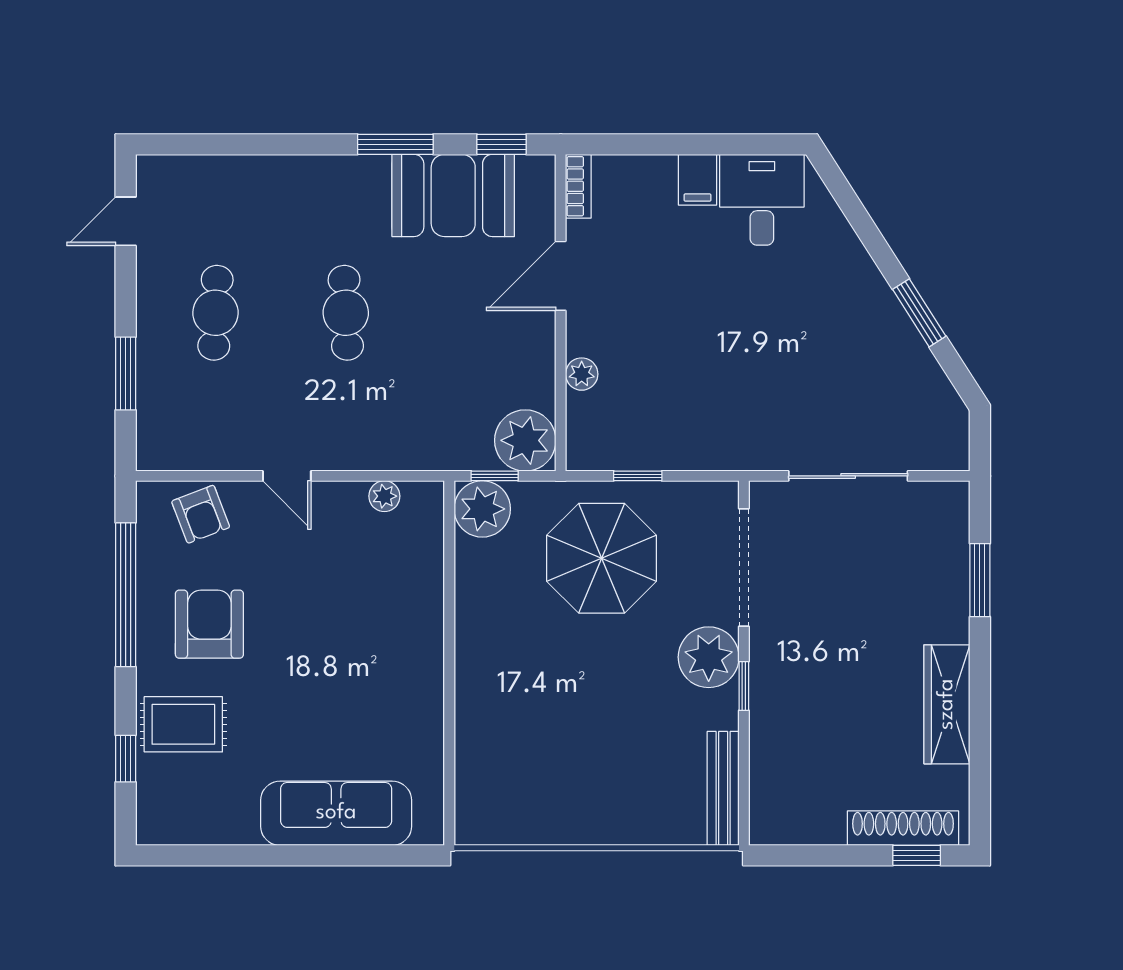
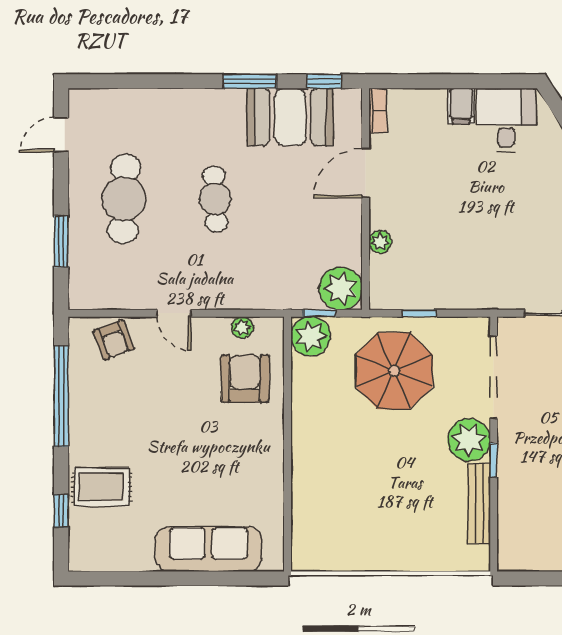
cafe table: (215, 313) -> (124, 199), width x1.37, depth x1.35
armchair: (209, 624) -> (245, 379), moved
bench: (723, 788) -> (479, 503), moved

